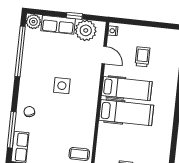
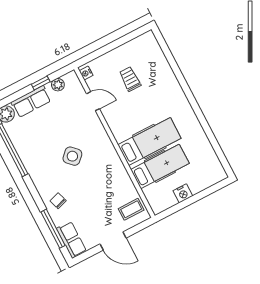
plant: (86, 30) -> (58, 85), width x0.53, depth x0.53
side table: (62, 86) -> (72, 156), turned 45
hospital bed: (127, 89) -> (160, 166), moved

